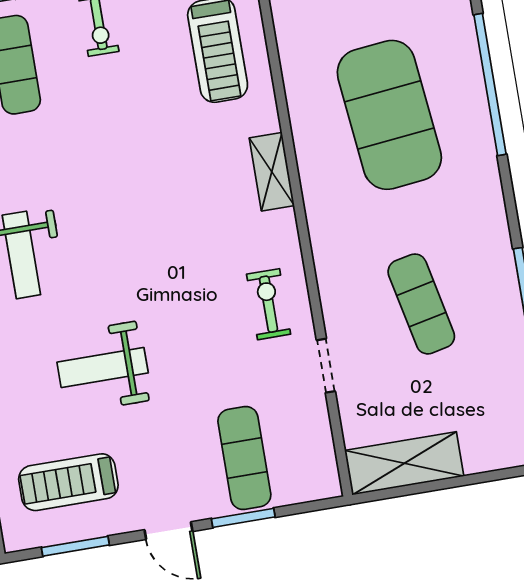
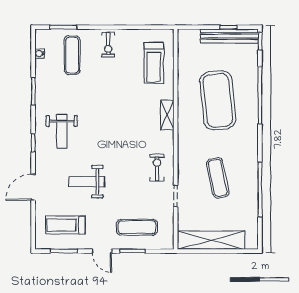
exercise mat: (244, 458) -> (137, 227), turned 90
shelving: (404, 463) -> (211, 240), width x1.47

